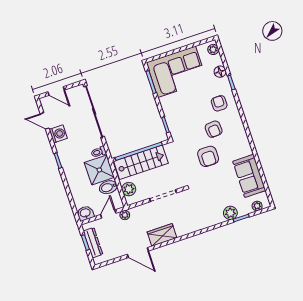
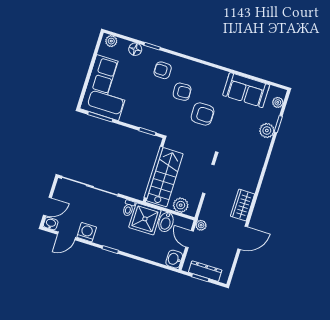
washbasin: (45, 103) -> (51, 224), added

